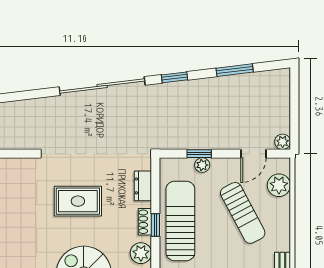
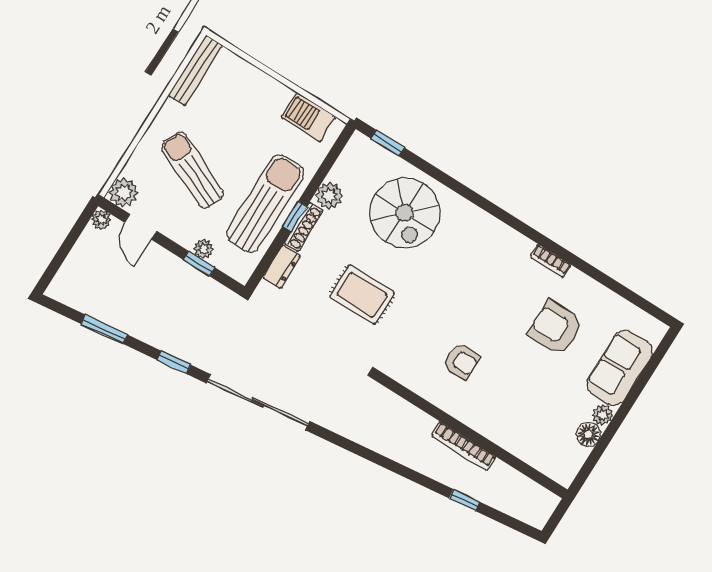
door: (253, 154) -> (141, 227), swing flipped
plant: (279, 185) -> (124, 193), moved
sun lounger: (243, 213) -> (193, 170), turned -38
sun lounger: (180, 221) -> (265, 204), turned 180
shoe rack: (145, 222) -> (304, 227), width x1.43

